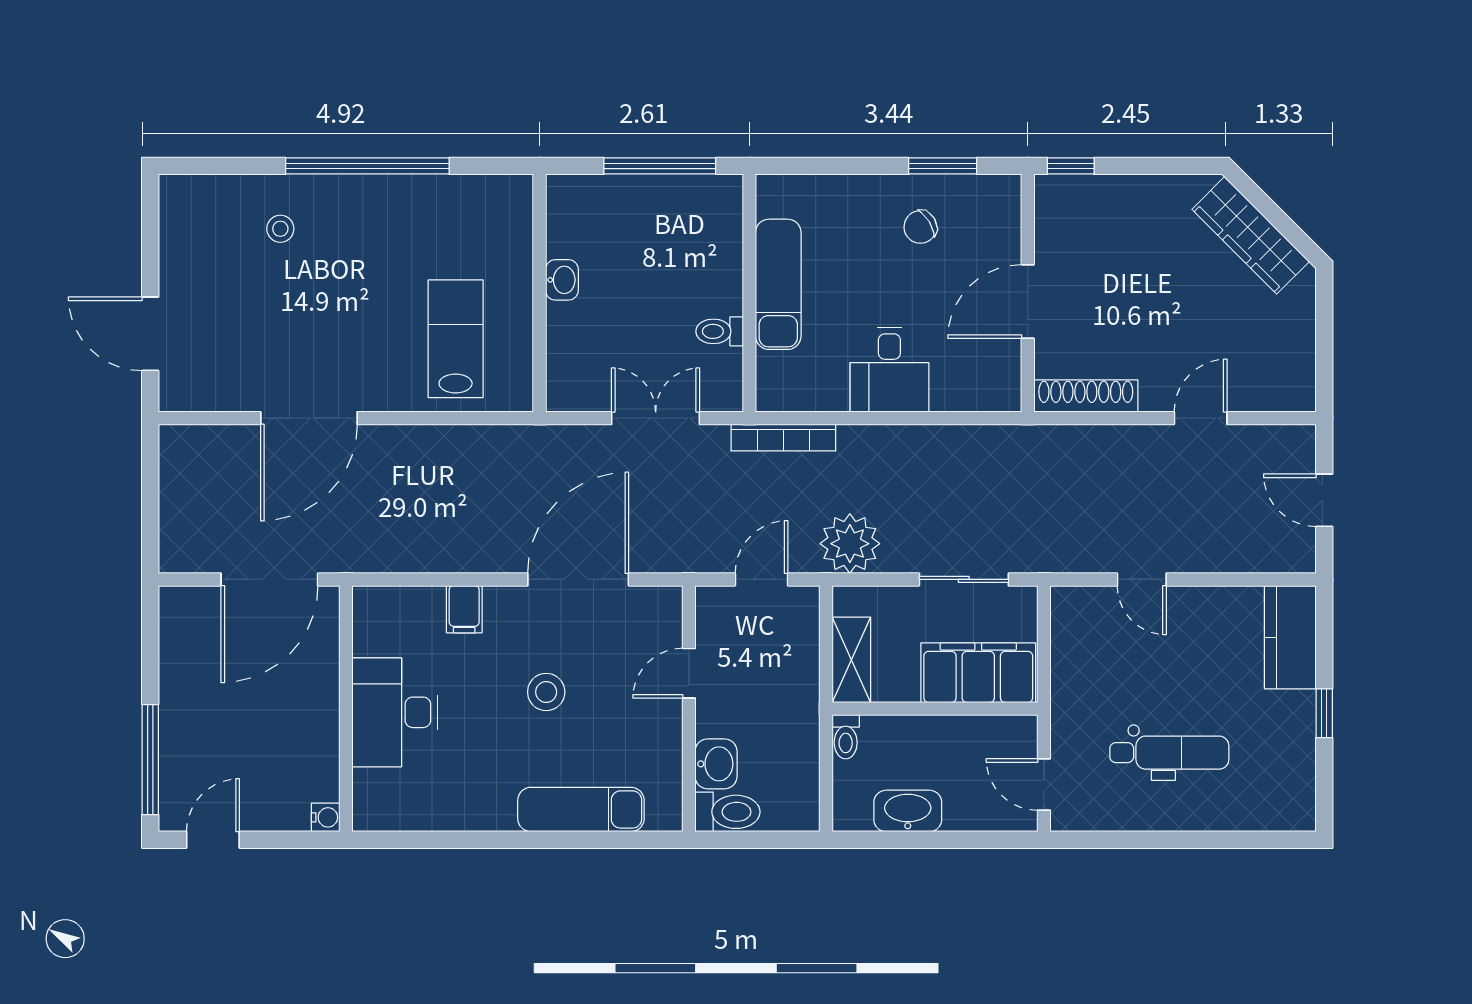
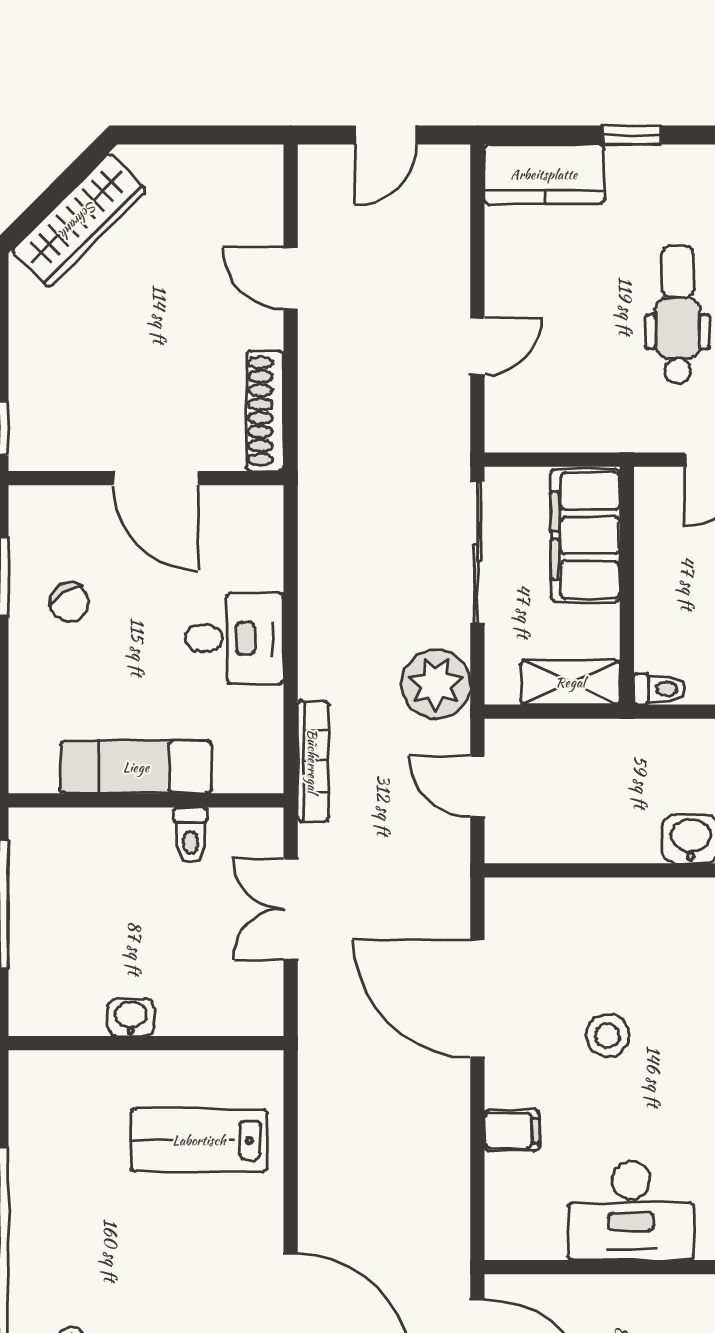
sliding door: (964, 579) -> (477, 552), width x1.37
door: (689, 673) -> (586, 870), removed

